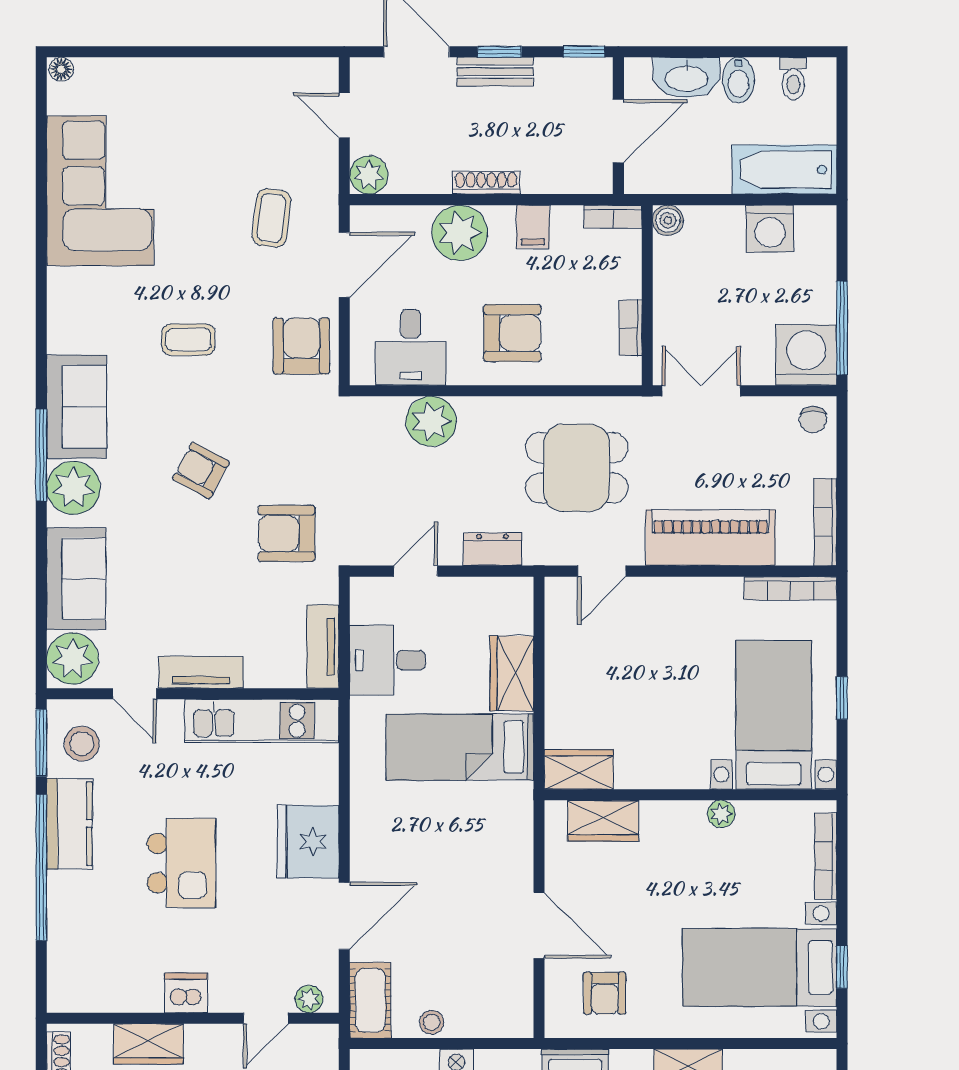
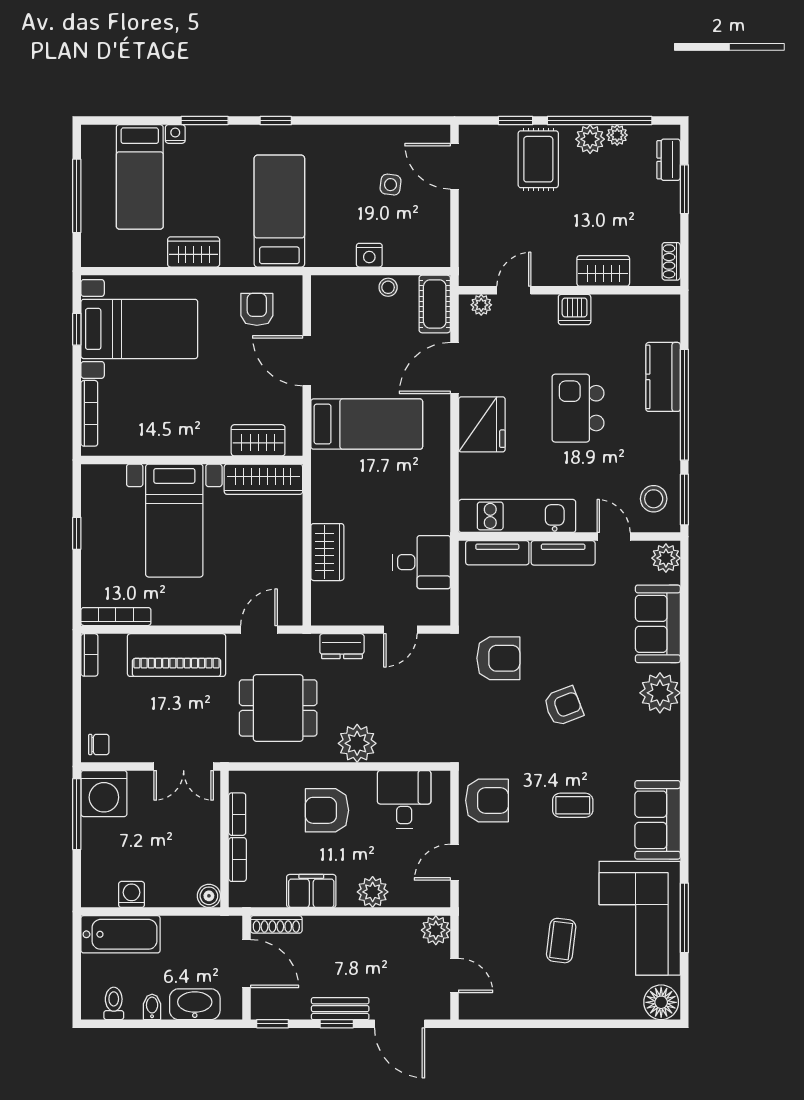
floor lamp: (61, 69) -> (661, 1002), width x1.89, depth x1.89
bidet: (738, 80) -> (152, 1007), width x0.72, depth x0.74
door: (618, 131) -> (246, 964), swing flipped
shoe rack: (486, 183) -> (276, 924), moved
bookcase: (613, 217) -> (237, 859), moved, turned 90
coffee table: (272, 218) -> (561, 941), moved
filing cabinet: (533, 227) -> (311, 891), width x2.00
washing machine: (770, 229) -> (132, 894), width x0.73, depth x0.73
plant: (460, 233) -> (373, 892), width x0.73, depth x0.73
door: (344, 265) -> (454, 862), width x0.73
armchair: (301, 346) -> (487, 800), turned -90
sofa: (77, 407) -> (658, 820), moved
chair: (813, 420) -> (99, 744), turned 90
plant: (431, 421) -> (357, 743), moved
window: (41, 455) -> (684, 918), moved
armchair: (201, 470) -> (563, 706), turned -49
bookcase: (825, 522) -> (89, 655), width x0.64
tv unit: (323, 647) -> (497, 553), moved, turned 90
plant: (72, 659) -> (666, 558), width x0.73, depth x0.73
bed with nightstands: (774, 715) -> (174, 521), moved
bed: (460, 747) -> (367, 424), moved
wardrobe: (579, 769) -> (263, 479), width x1.50
plant: (721, 814) -> (169, 445), removed
kitchen counter: (69, 824) -> (663, 377), moved

